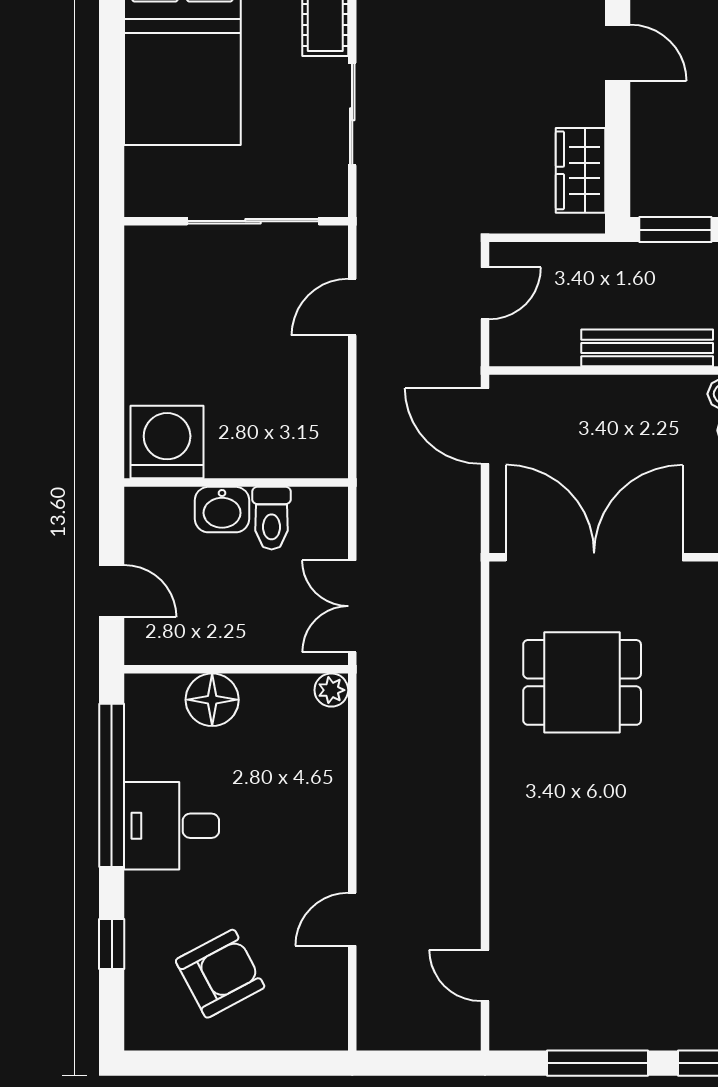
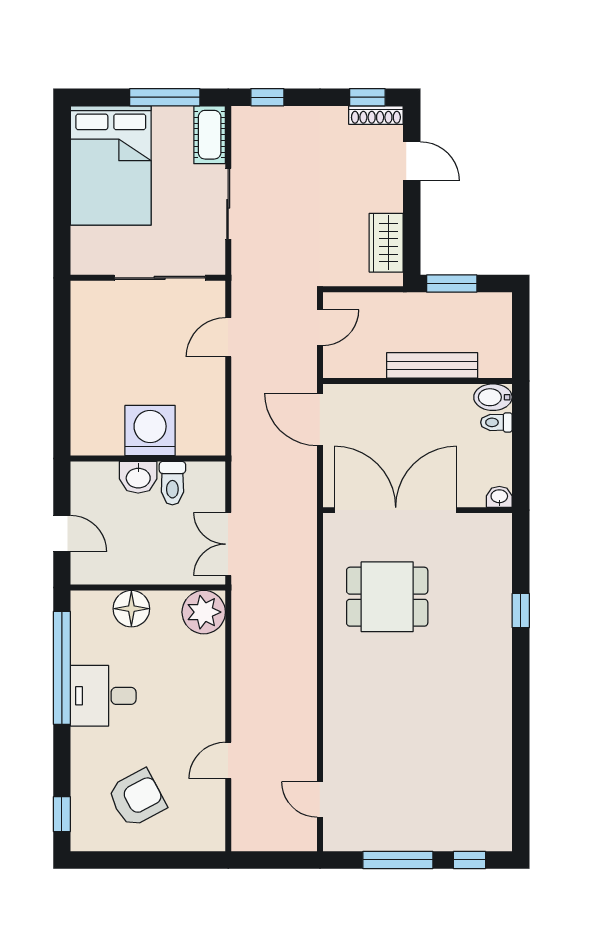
washing machine: (167, 442) -> (150, 431), moved
plant: (331, 690) -> (204, 612), width x1.88, depth x1.88
window: (112, 944) -> (62, 814), moved

